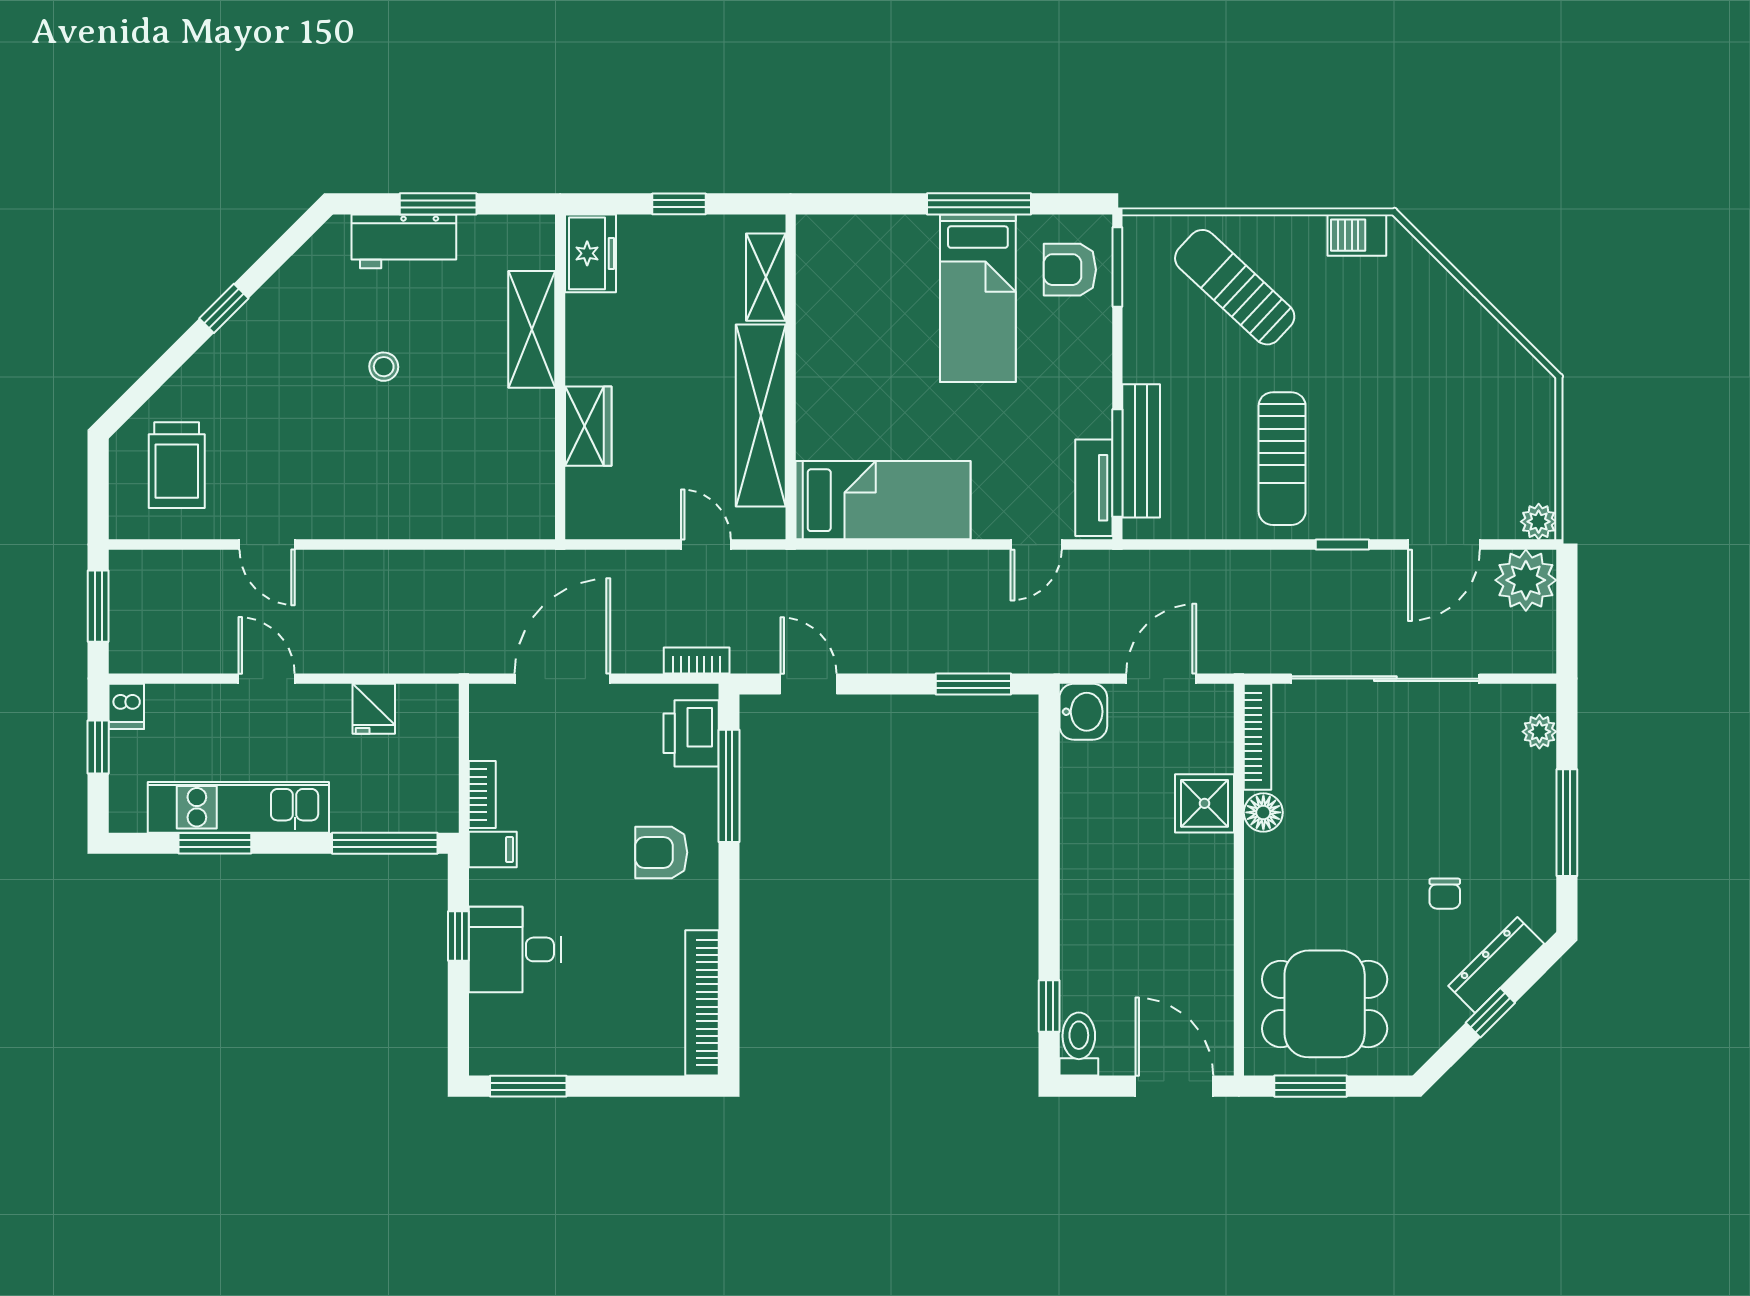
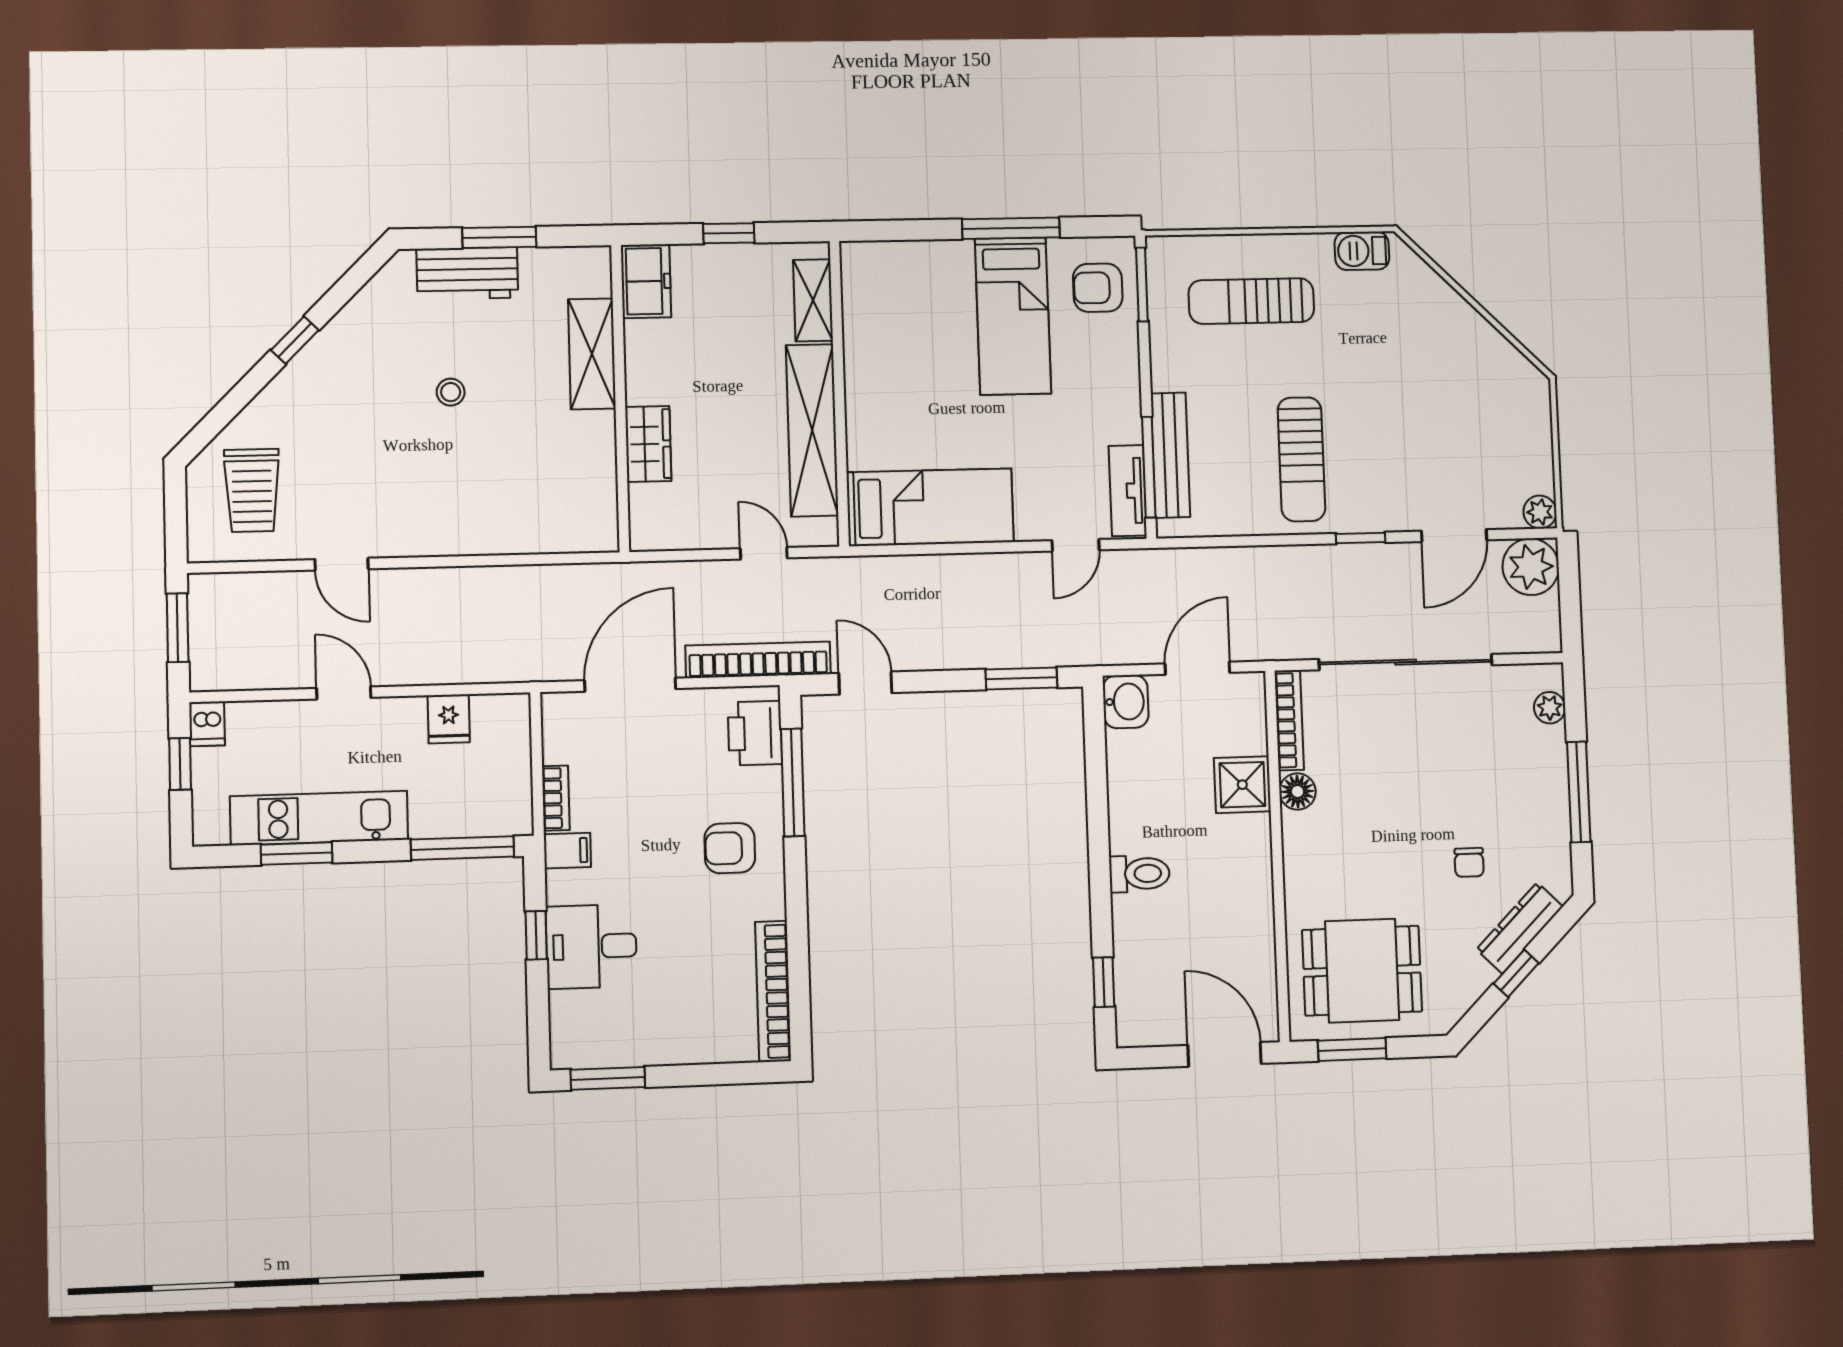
sun lounger: (1235, 287) -> (1251, 301), turned -43
bookcase: (697, 660) -> (758, 660), width x2.31, depth x1.31
toilet: (1079, 1044) -> (1139, 874), moved, turned 90

